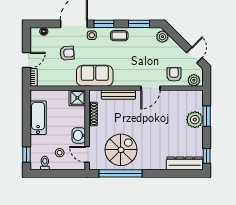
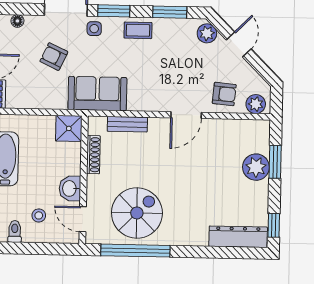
armchair: (67, 53) -> (54, 57), turned -150
door: (194, 55) -> (239, 44), moved
armchair: (174, 74) -> (224, 94), turned 95
bench: (118, 95) -> (127, 124), width x0.73

